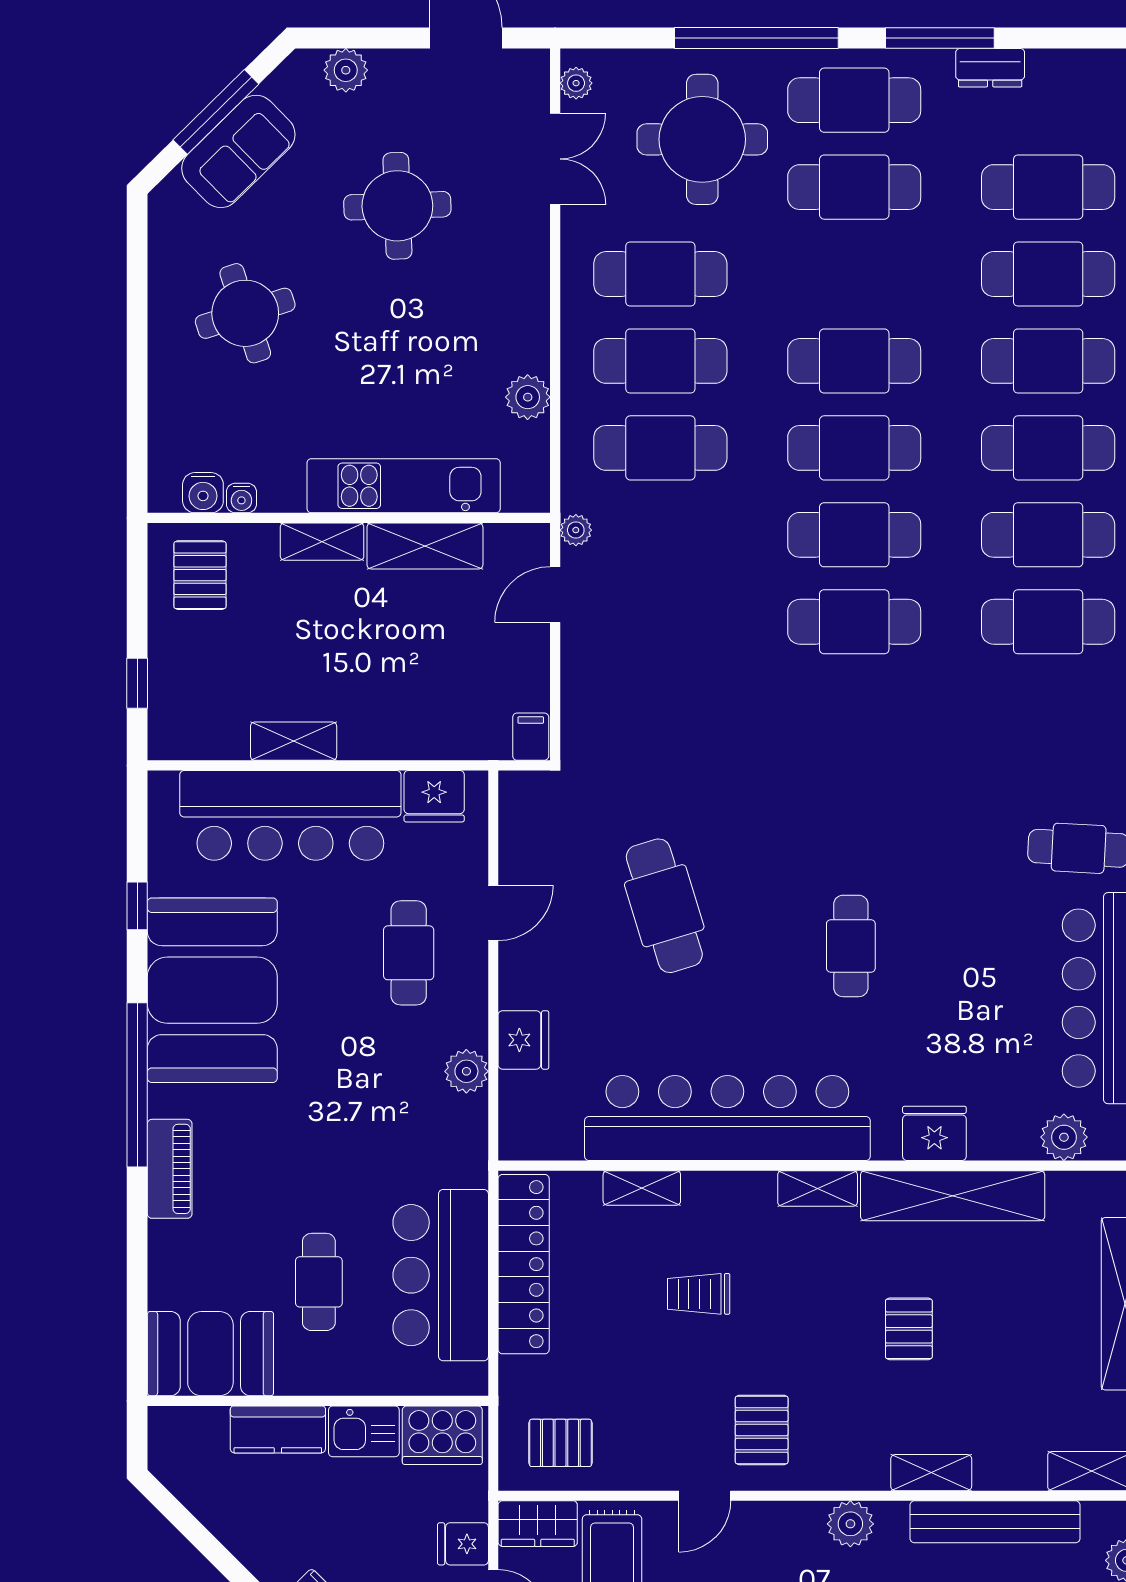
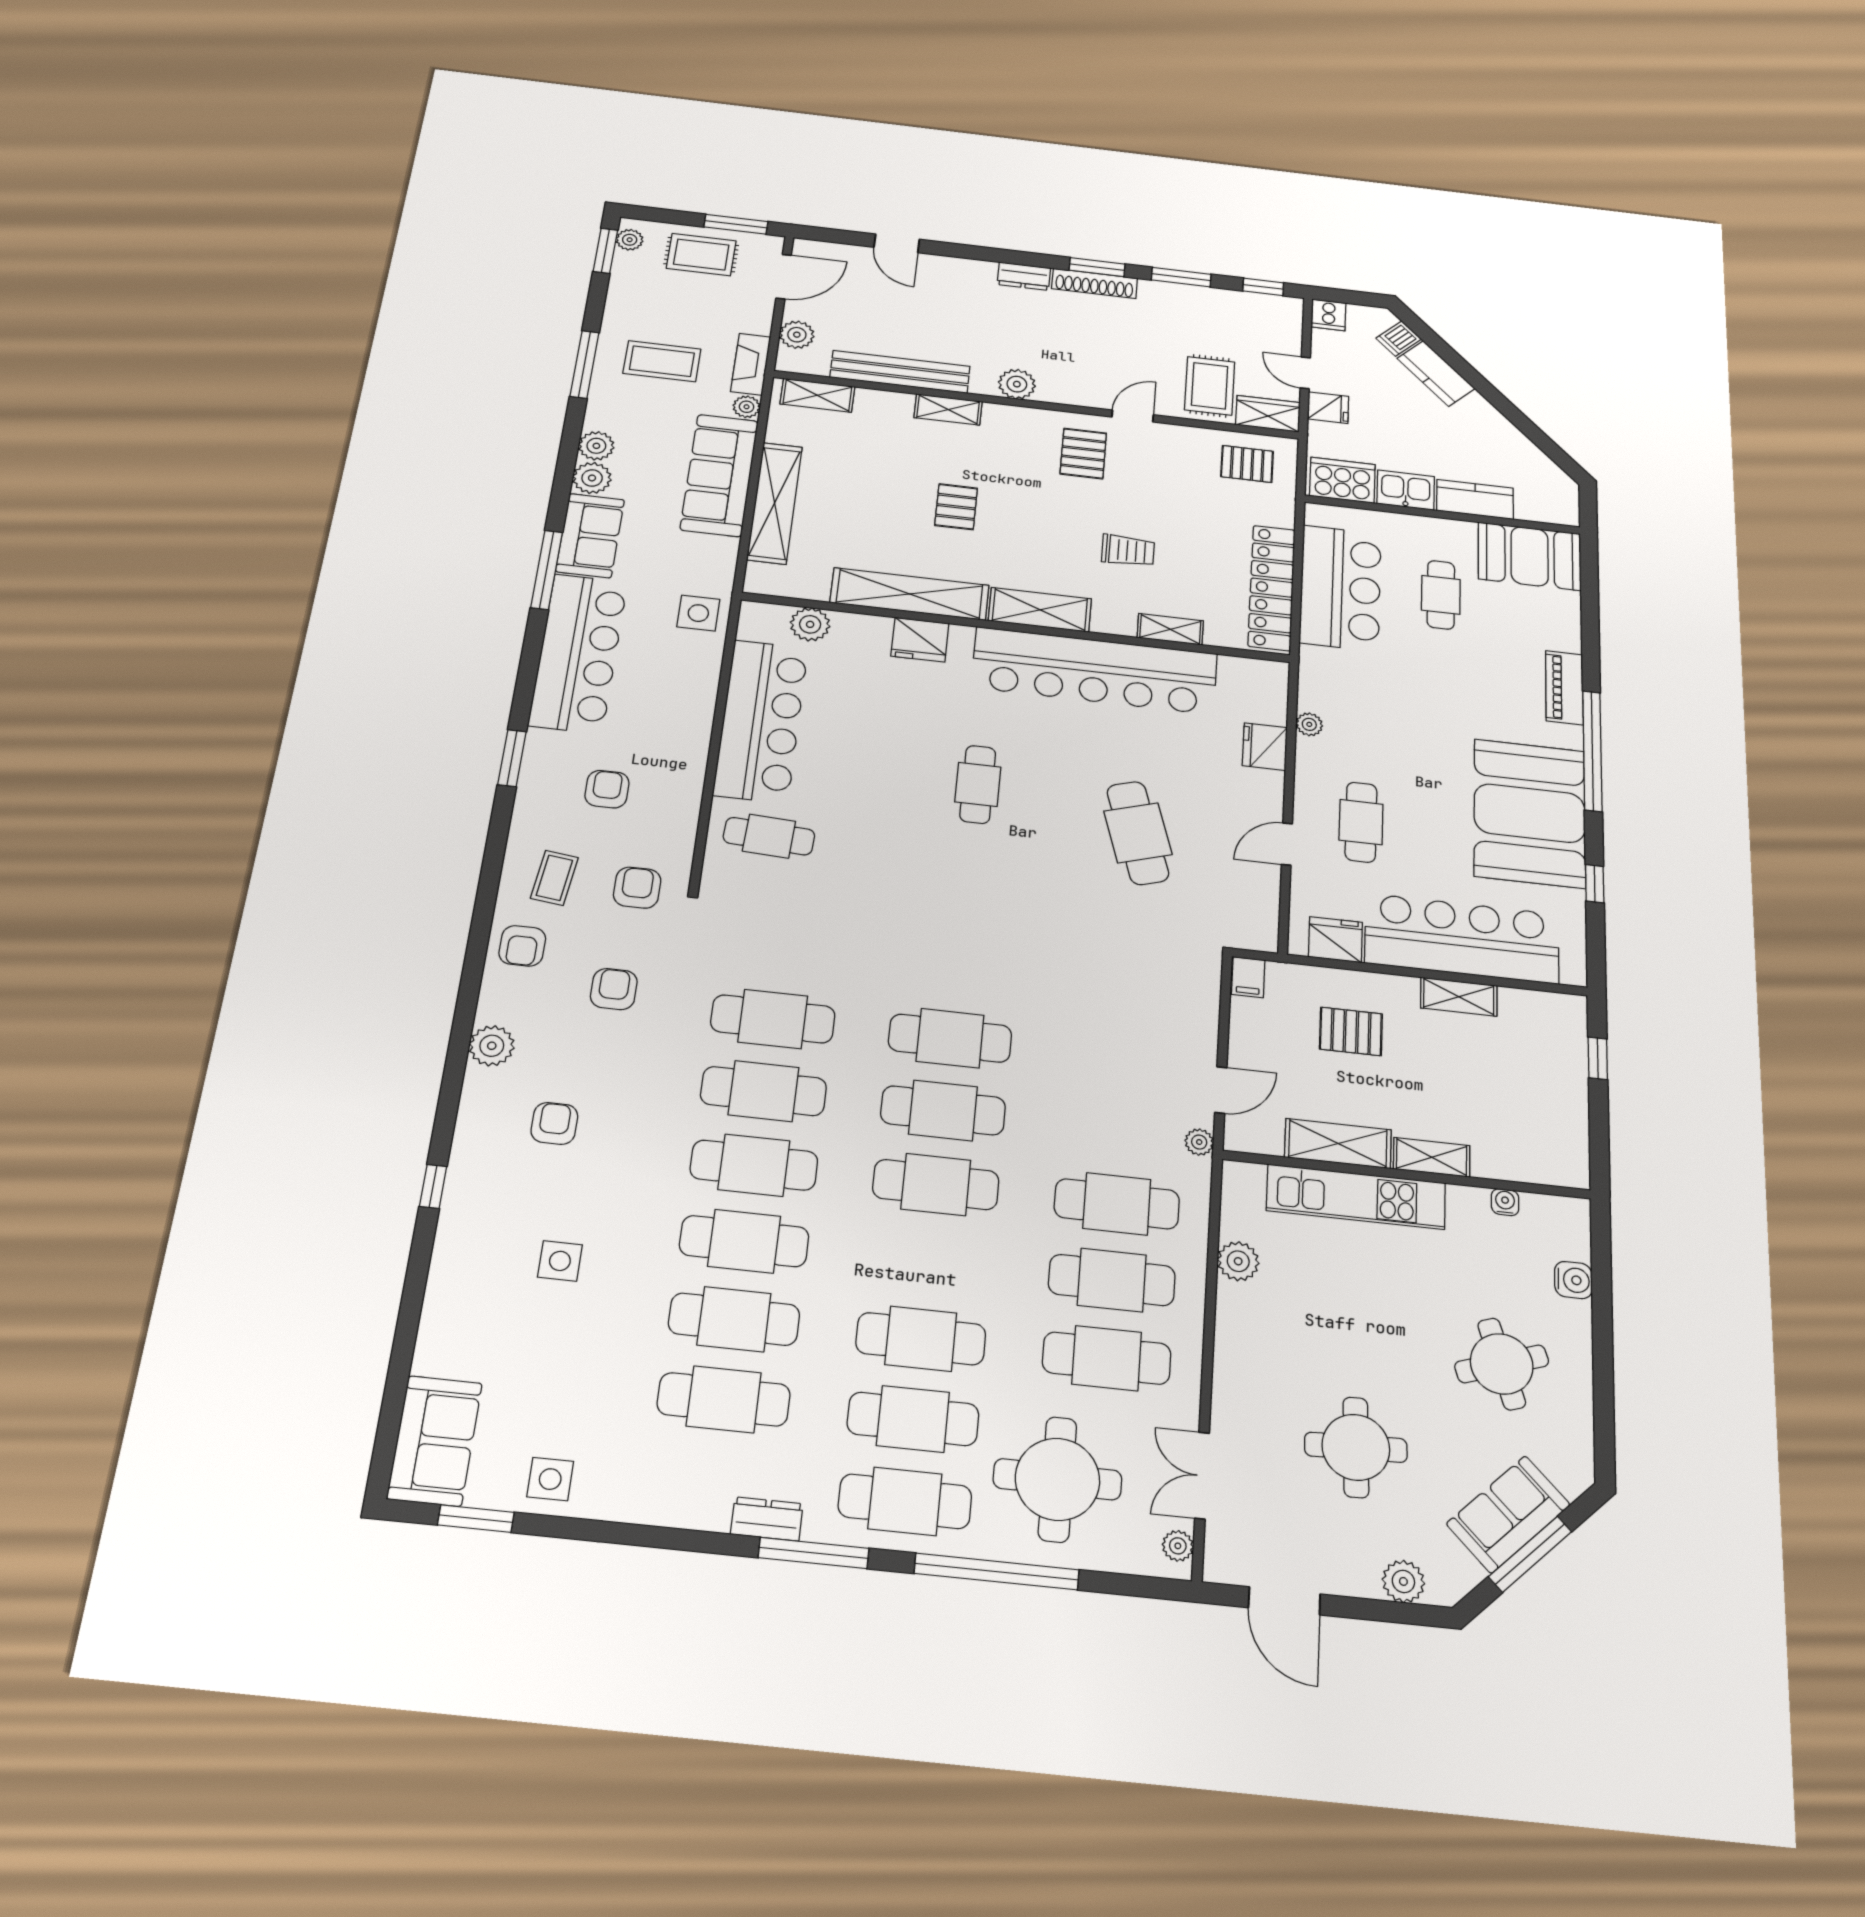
cafe table: (854, 361) -> (921, 1339), moved
water cooler: (203, 493) -> (1573, 1280), moved, turned 90
pallet: (200, 575) -> (1351, 1031), moved, turned 90
plant: (466, 1071) -> (1309, 724), width x0.73, depth x0.73
shelving: (818, 1188) -> (1040, 610), width x1.50, depth x1.33

